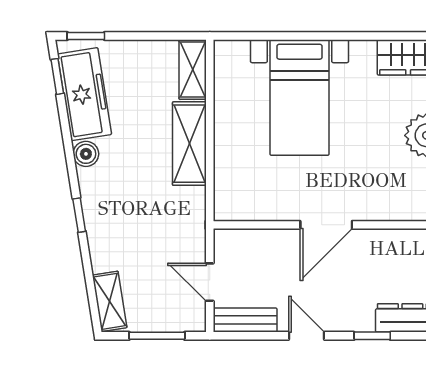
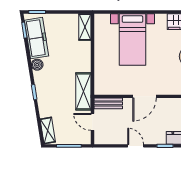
shelving: (189, 144) -> (83, 91), moved
bench: (245, 320) -> (108, 103), moved

